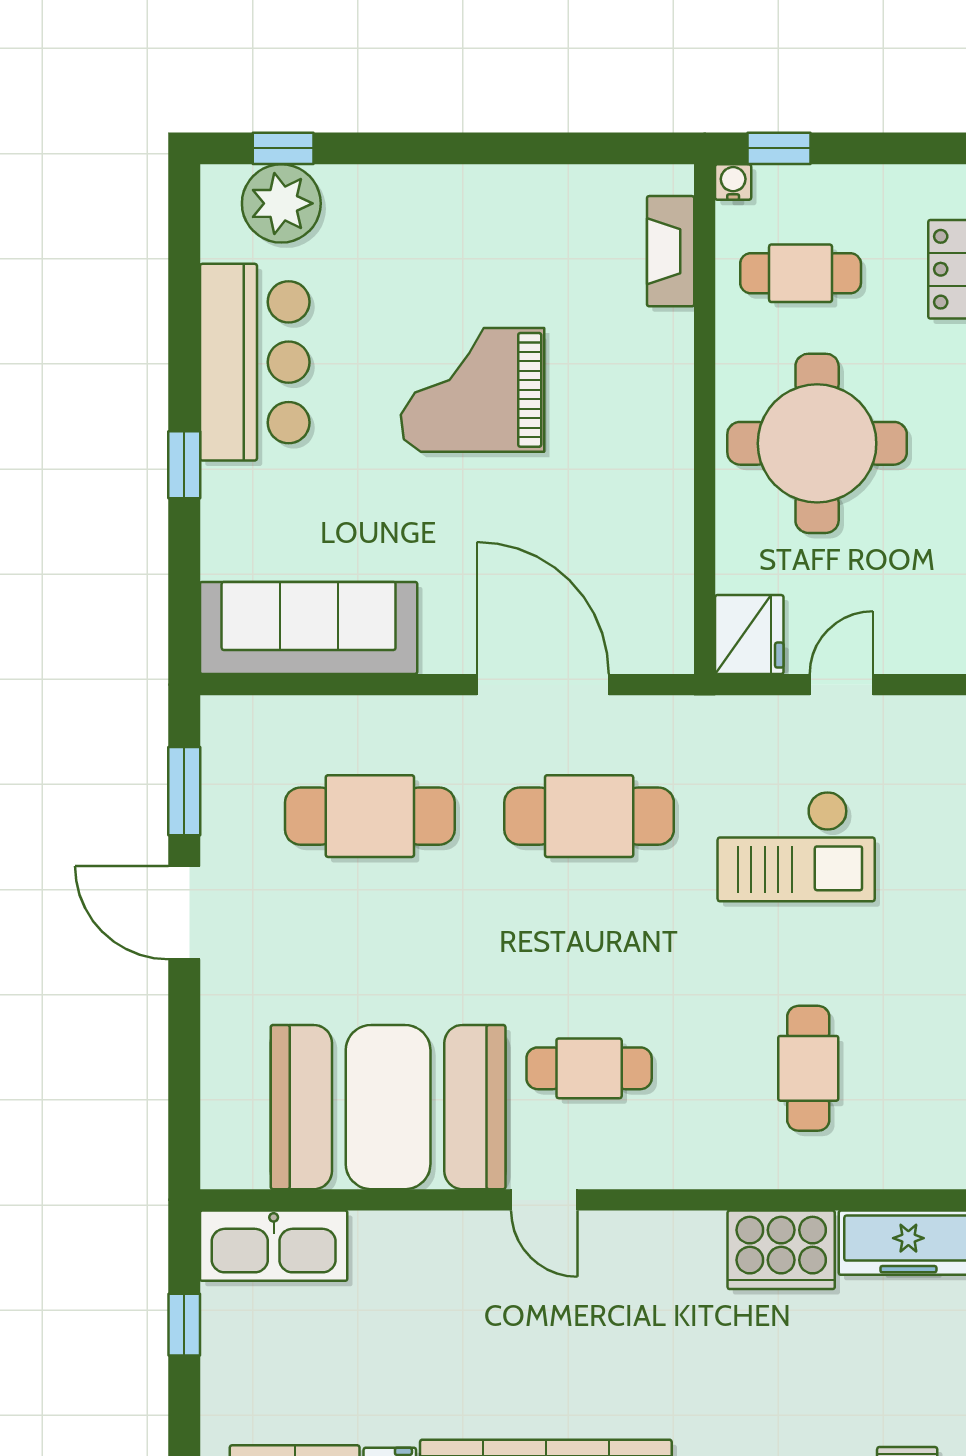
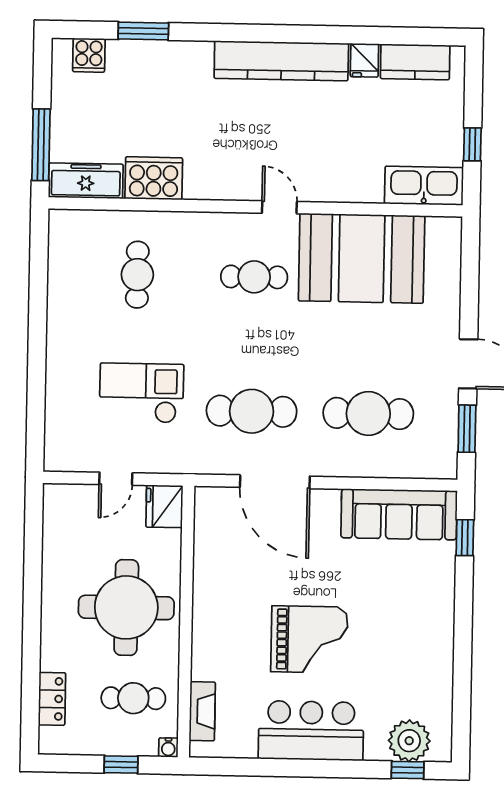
window: (779, 148) -> (121, 765), moved
bar counter: (255, 362) -> (311, 731), moved, turned 90
window: (184, 465) -> (465, 538), moved

